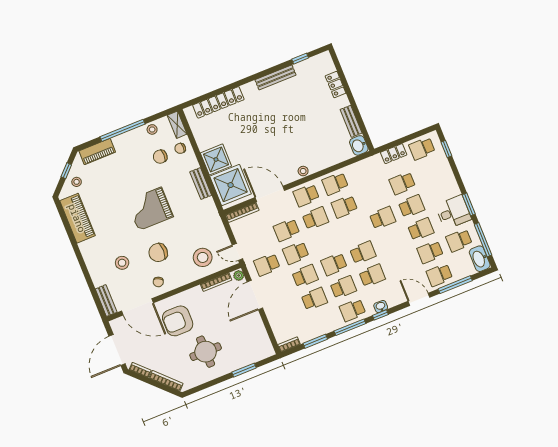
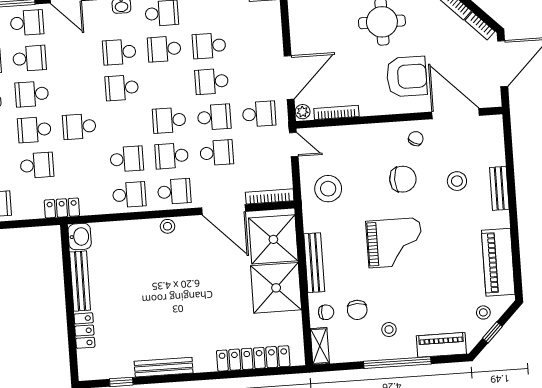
bench: (351, 121) -> (80, 281), width x1.36
stool: (152, 129) -> (389, 330), moved
locker: (394, 154) -> (62, 208), moved
chair: (160, 157) -> (357, 310), turned 90
shower: (216, 159) -> (276, 288), width x1.37, depth x1.37
bench: (201, 184) -> (314, 263), width x1.36
stool: (203, 257) -> (328, 189), moved
school desk: (334, 264) -> (169, 120), moved, turned 180
bench: (106, 301) -> (499, 188), moved

